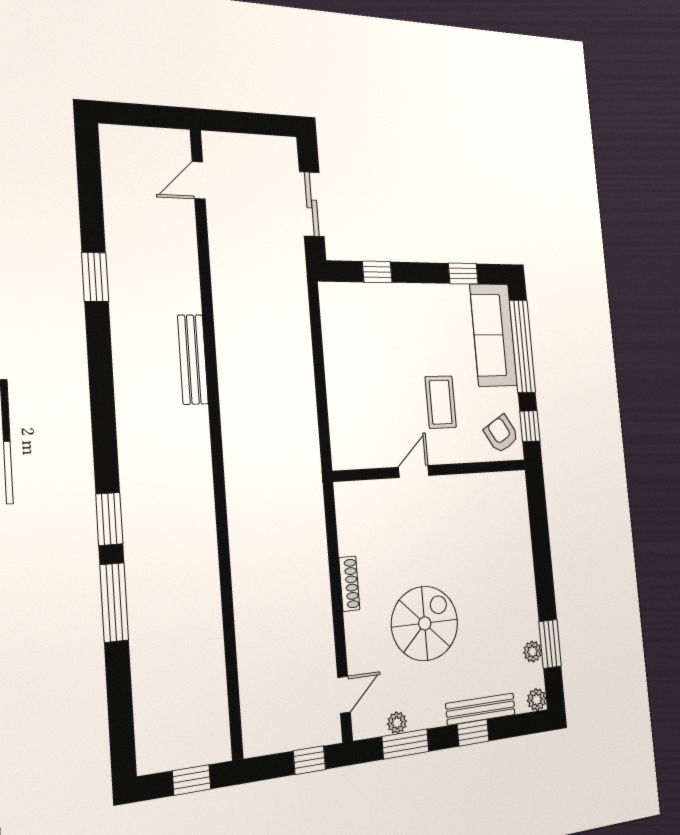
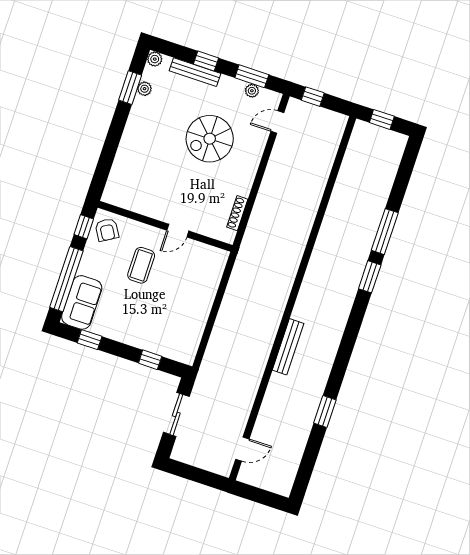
sofa: (493, 335) -> (82, 302), width x0.73
shoe rack: (349, 584) -> (237, 213), moved

